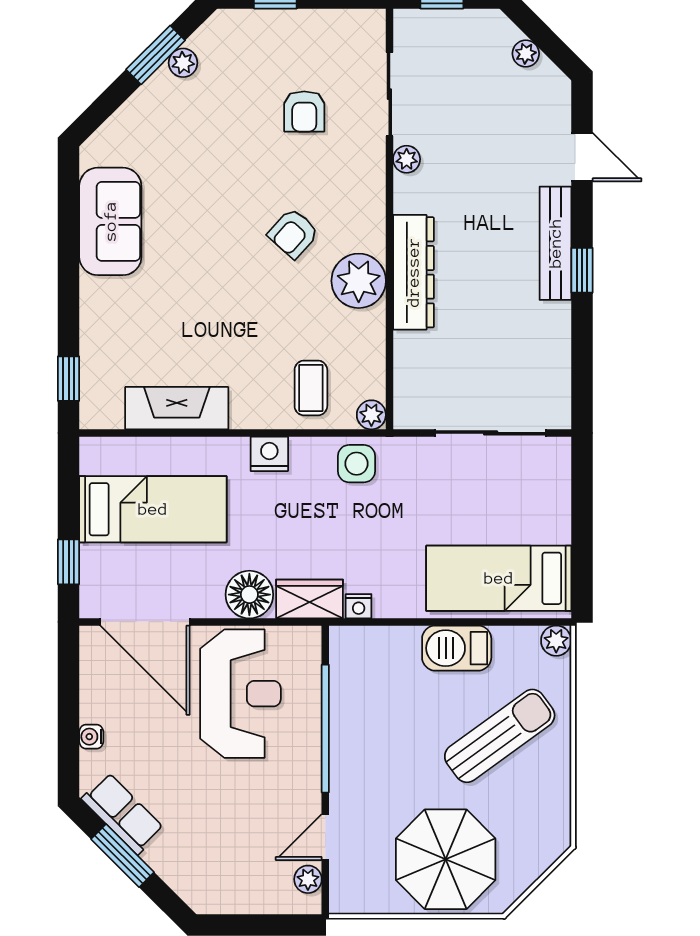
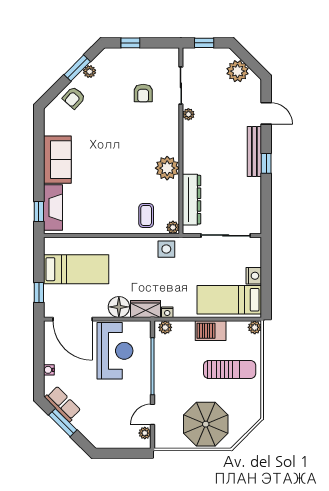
plant: (526, 54) -> (238, 71), width x1.88, depth x1.88
sofa: (110, 221) -> (57, 160), moved
armchair: (293, 233) -> (74, 98), moved
dresser: (413, 272) -> (192, 200), moved
fireplace: (177, 408) -> (53, 207), moved, turned 90
nightstand: (269, 454) -> (254, 276), moved, turned 90
plant: (354, 641) -> (165, 327), added
sun lounger: (500, 736) -> (230, 370), turned 36

